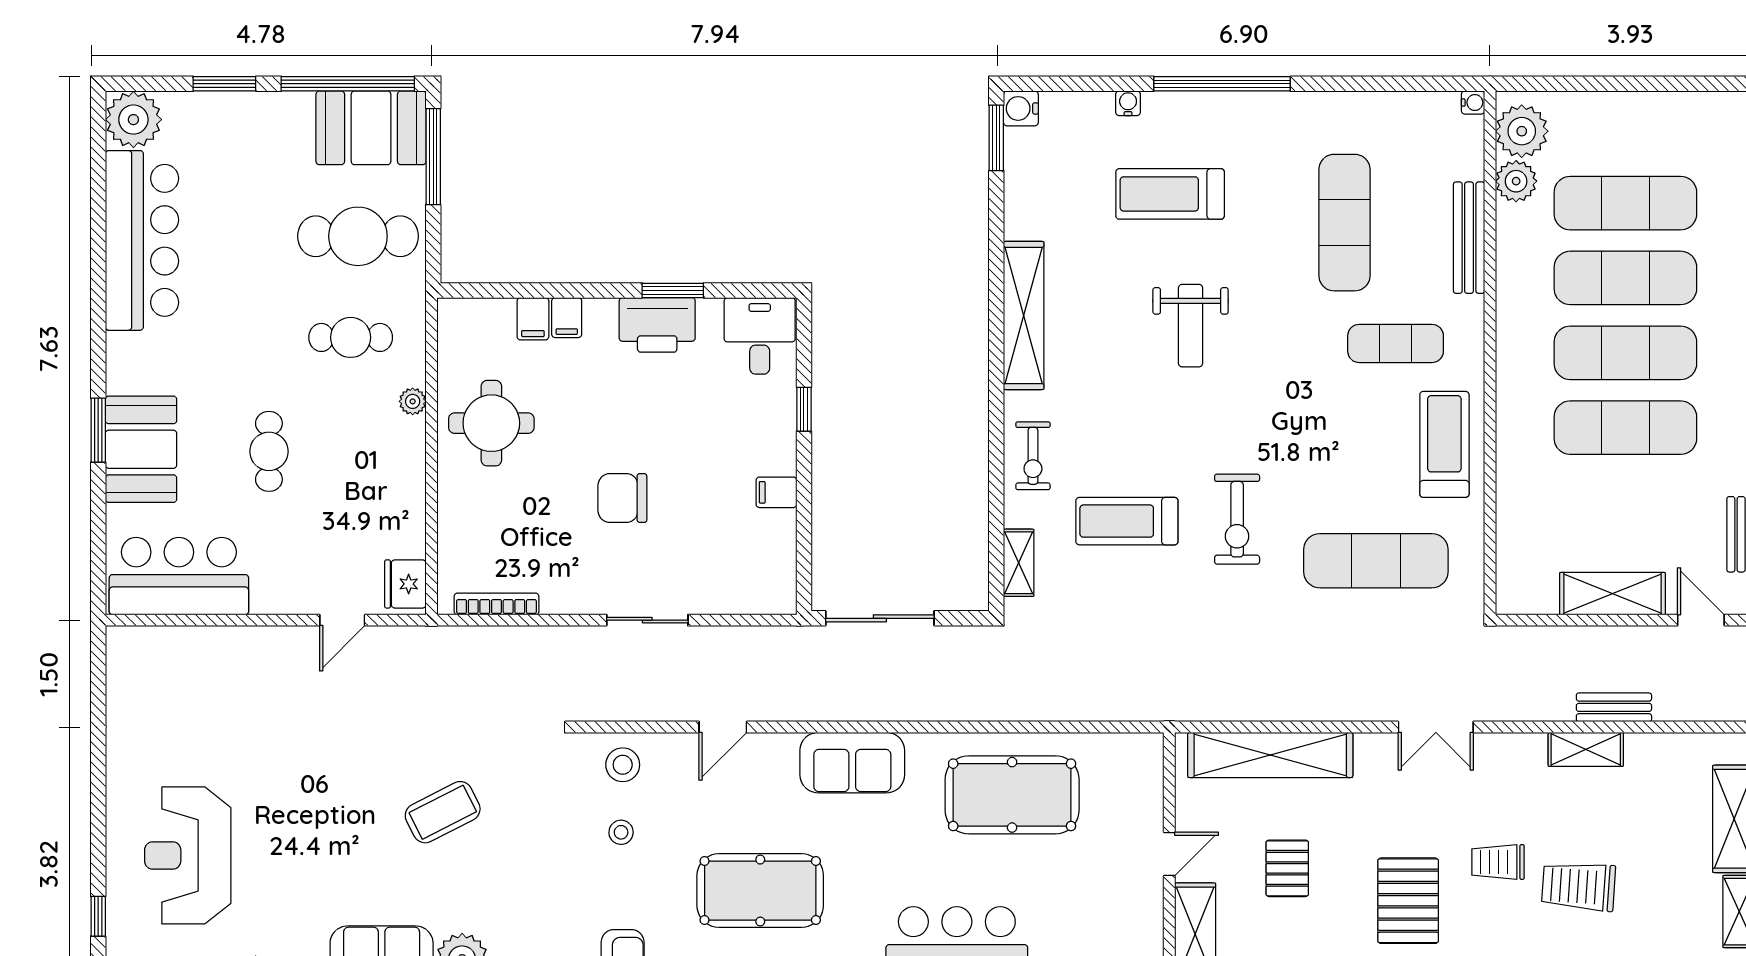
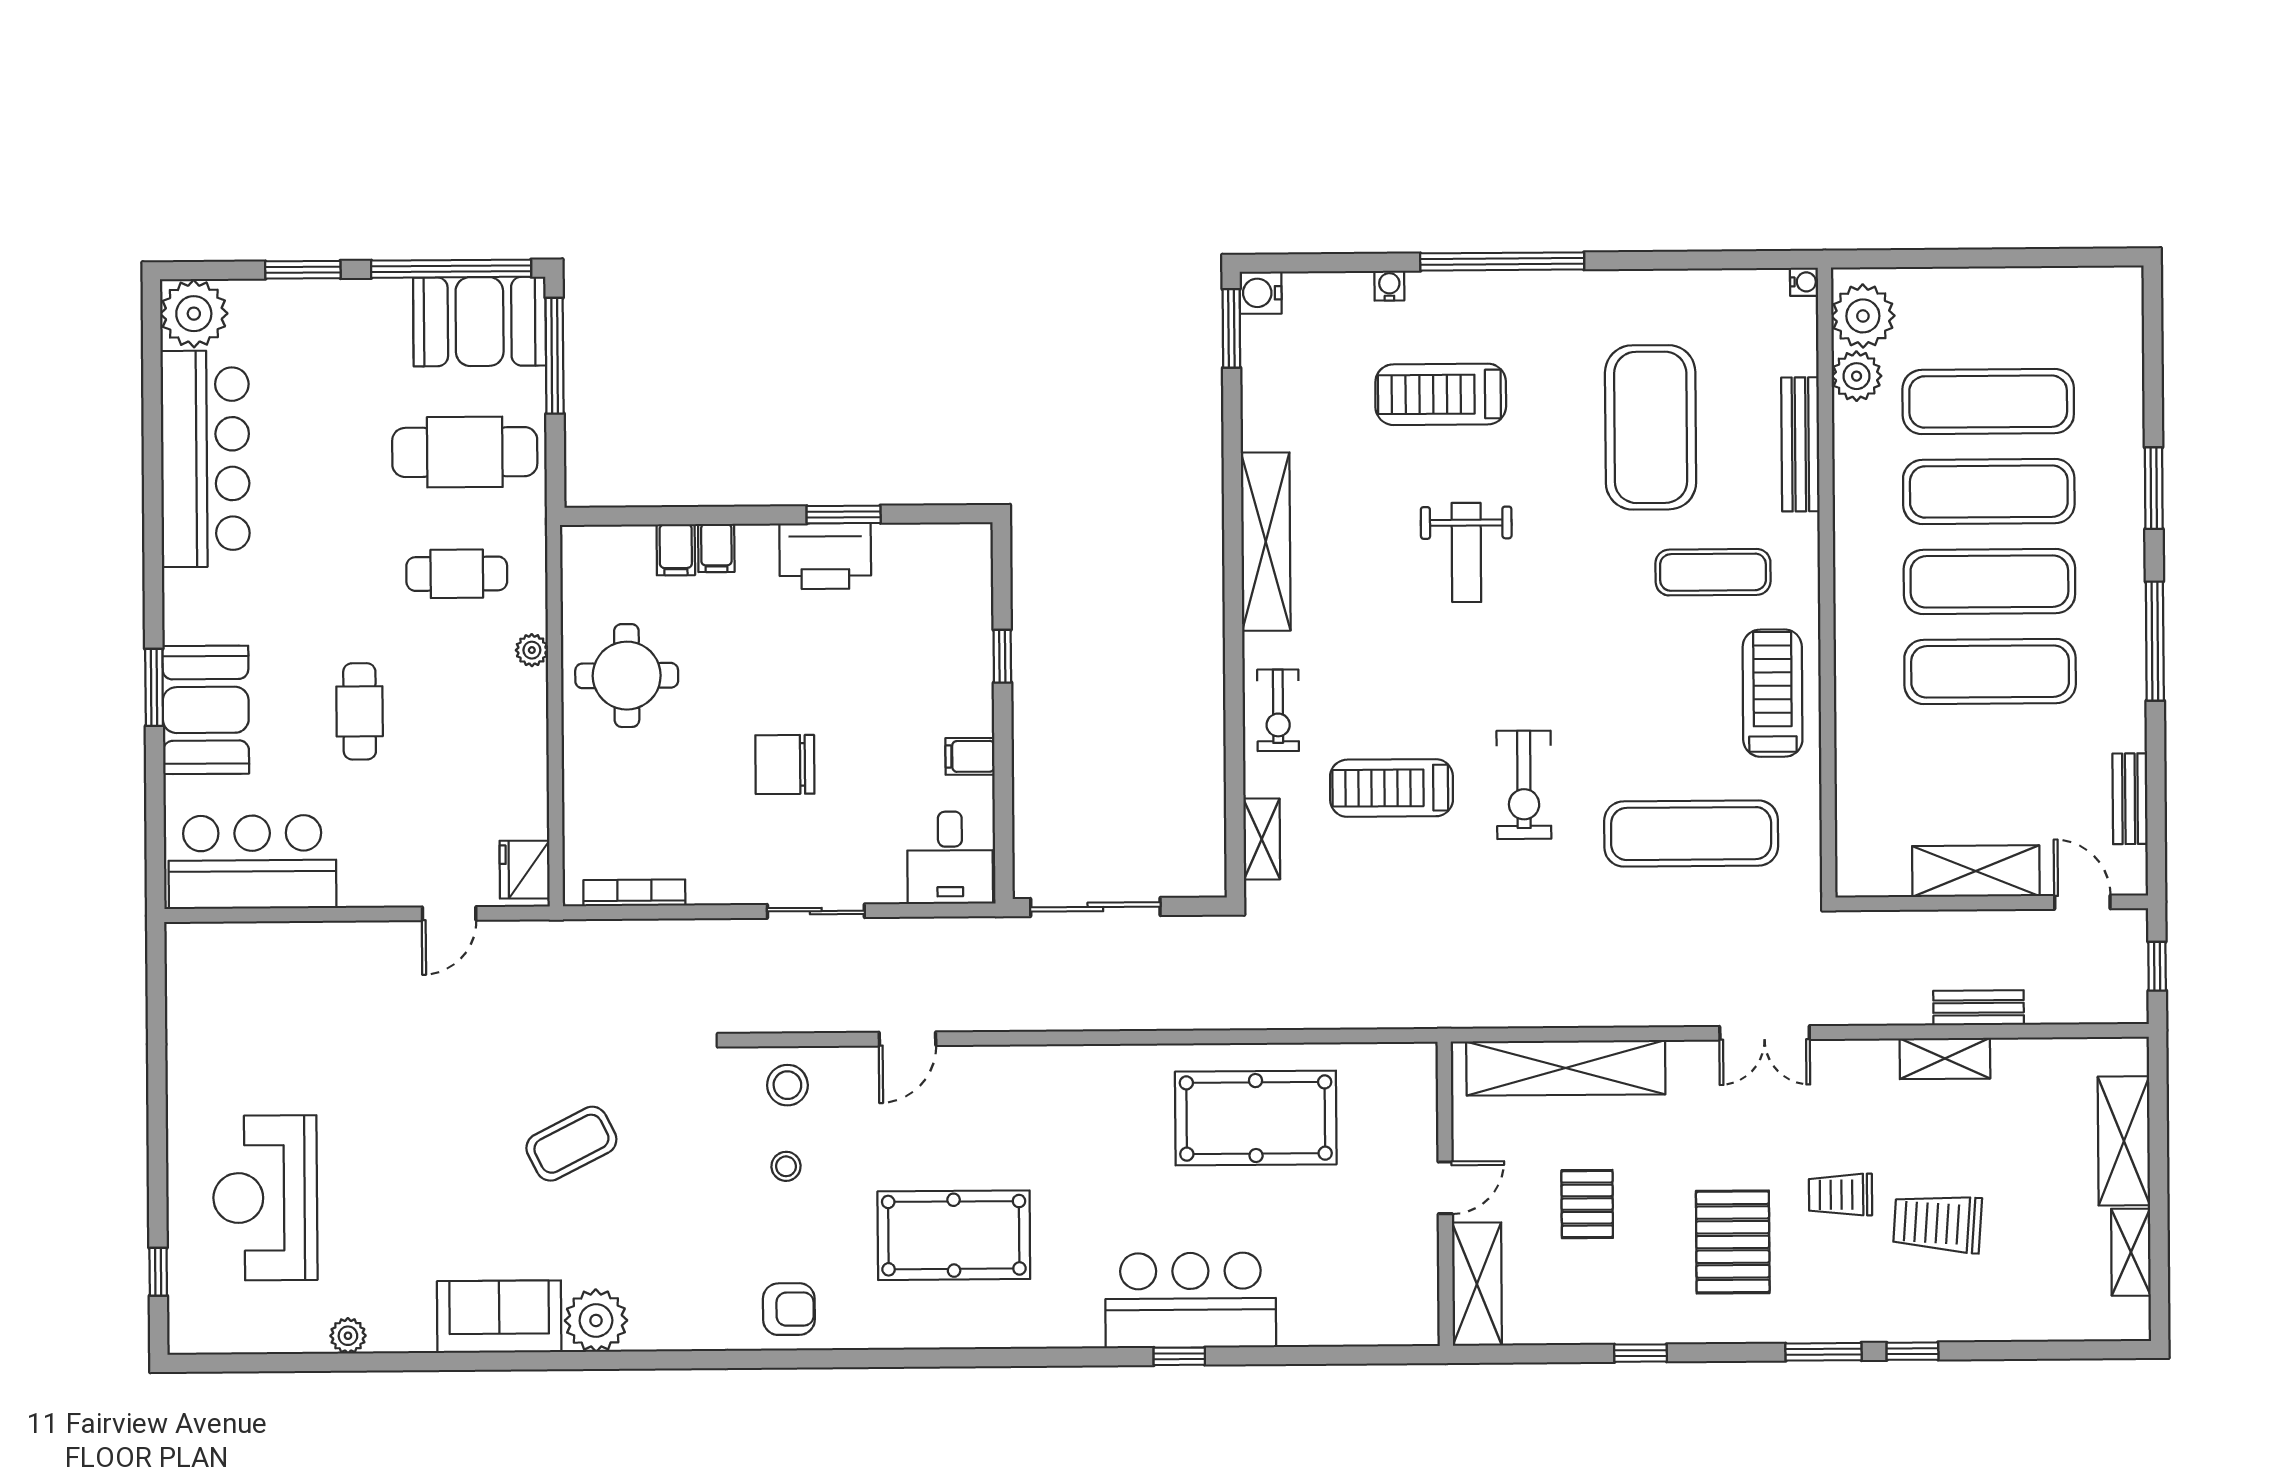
exercise mat: (1344, 223) -> (1651, 427), width x1.47
desk: (760, 336) -> (950, 858), moved, turned 180
sofa: (852, 763) -> (1063, 1081), removed

